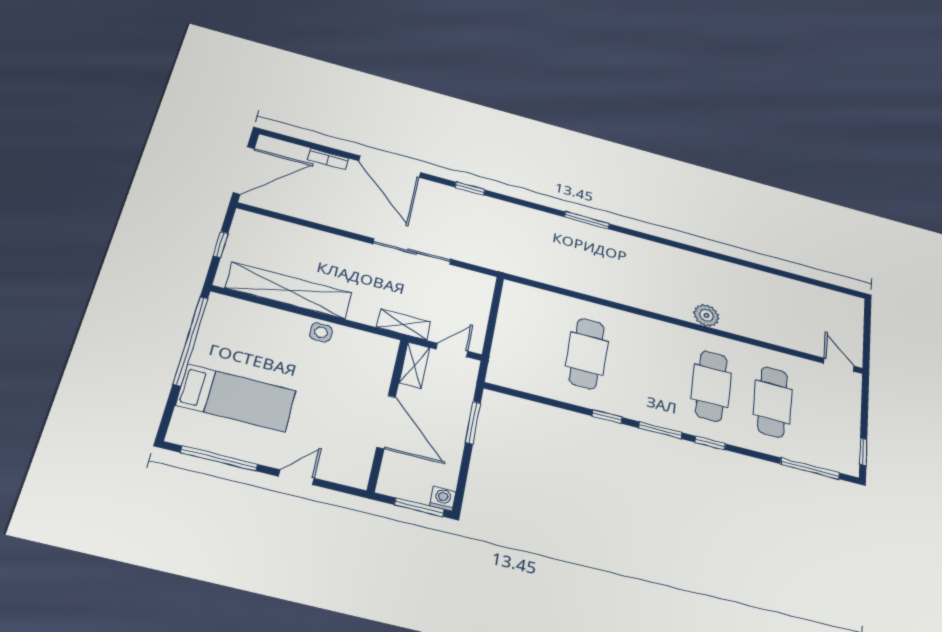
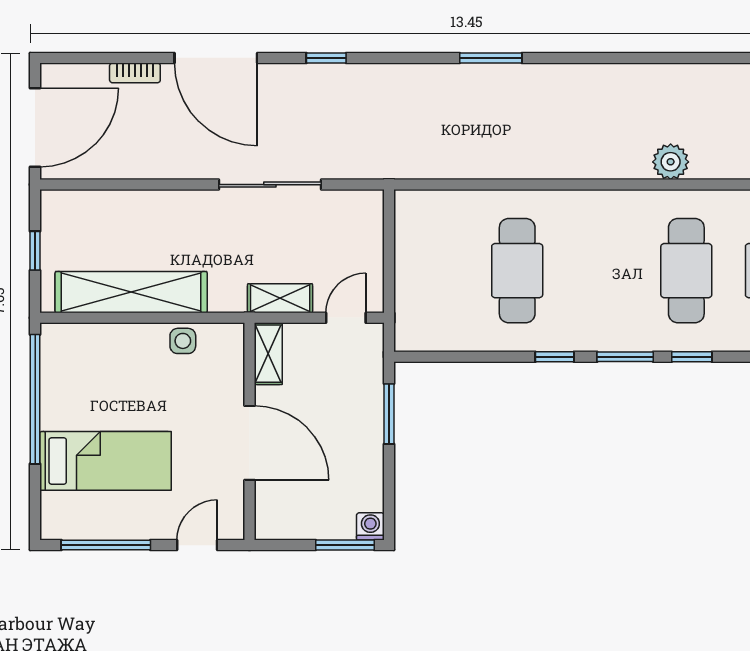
shelving: (414, 365) -> (268, 354), moved
wall: (388, 414) -> (249, 431), moved
door: (386, 422) -> (249, 443), moved

